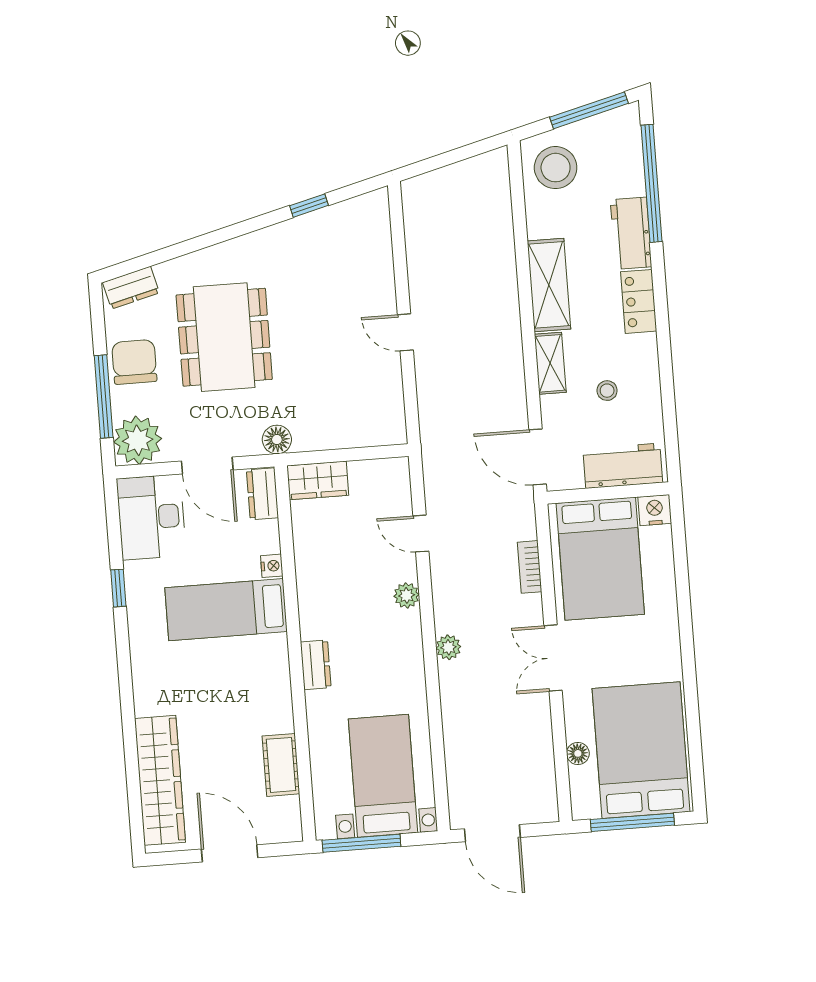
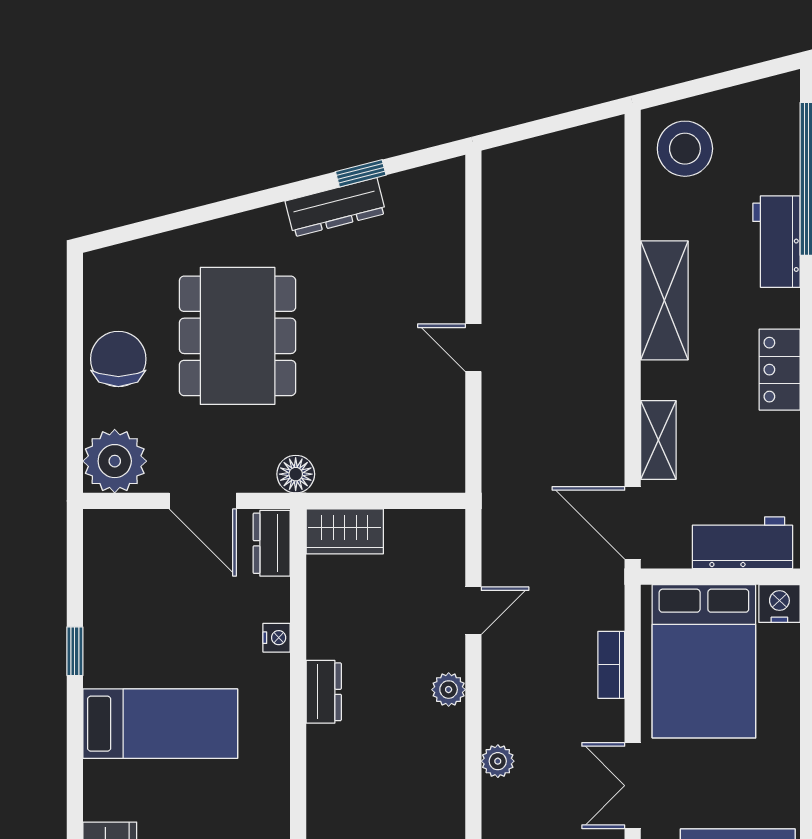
window: (589, 110) -> (734, 78), removed
dresser: (131, 288) -> (335, 207), moved, width x1.44
locker: (639, 301) -> (780, 370), moved
shelving: (550, 363) -> (658, 440), moved
stool: (607, 391) -> (729, 443), removed
window: (104, 396) -> (75, 401), removed
desk: (151, 517) -> (125, 562), removed
door: (421, 534) -> (473, 611), swing flipped
bed: (226, 610) -> (160, 724), moved, turned 180
dresser: (316, 665) -> (324, 692), moved

